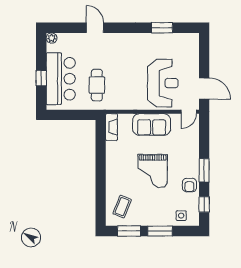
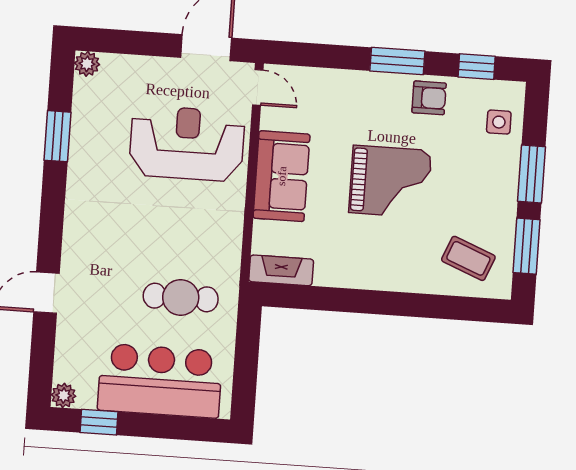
plant: (194, 38) -> (87, 64), added
window: (41, 78) -> (99, 422), moved

